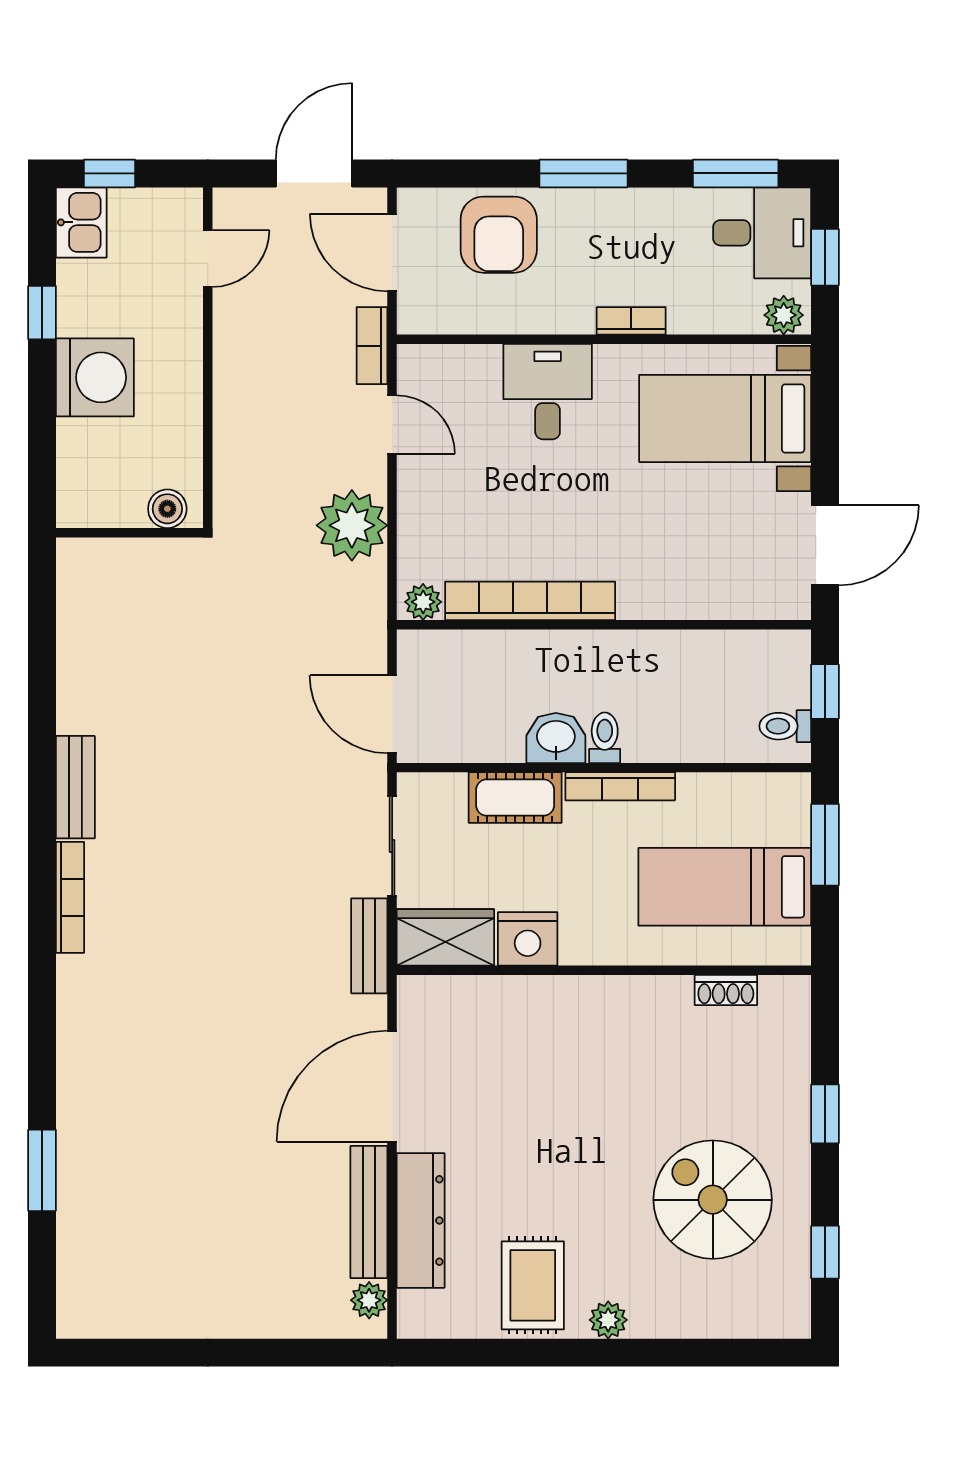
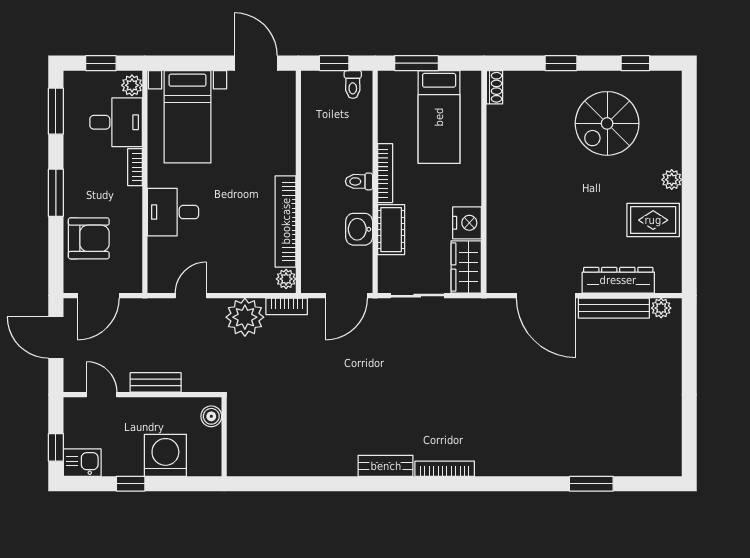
desk: (762, 233) -> (116, 122), moved, turned 90
bookcase: (372, 346) -> (287, 306), moved
boiler: (167, 509) -> (211, 416), moved
wall: (129, 533) -> (224, 437), moved
washbasin: (556, 738) -> (359, 229), moved
bench: (369, 946) -> (156, 382), moved
shoe rack: (726, 990) -> (495, 87), moved

